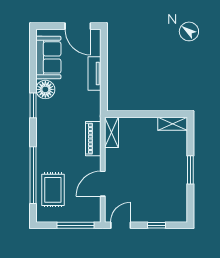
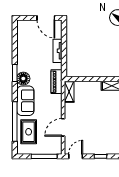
sofa: (48, 57) -> (25, 101), moved
floor lamp: (45, 89) -> (23, 79), moved
piano: (93, 139) -> (57, 82), moved

